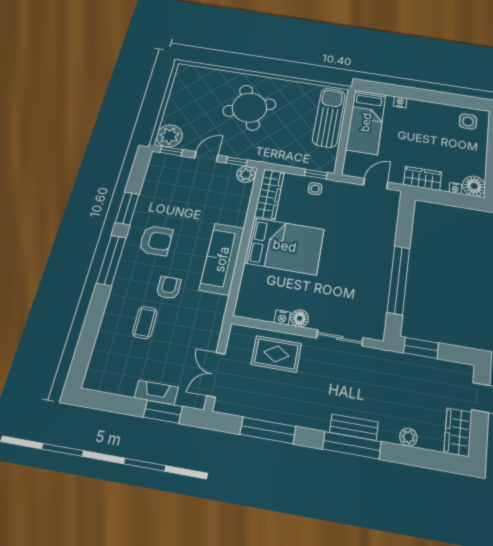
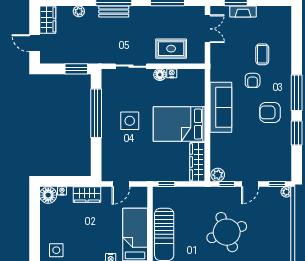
plant: (169, 136) -> (286, 192), width x0.53, depth x0.53
side table: (315, 189) -> (130, 121), moved, width x1.87, depth x1.87

